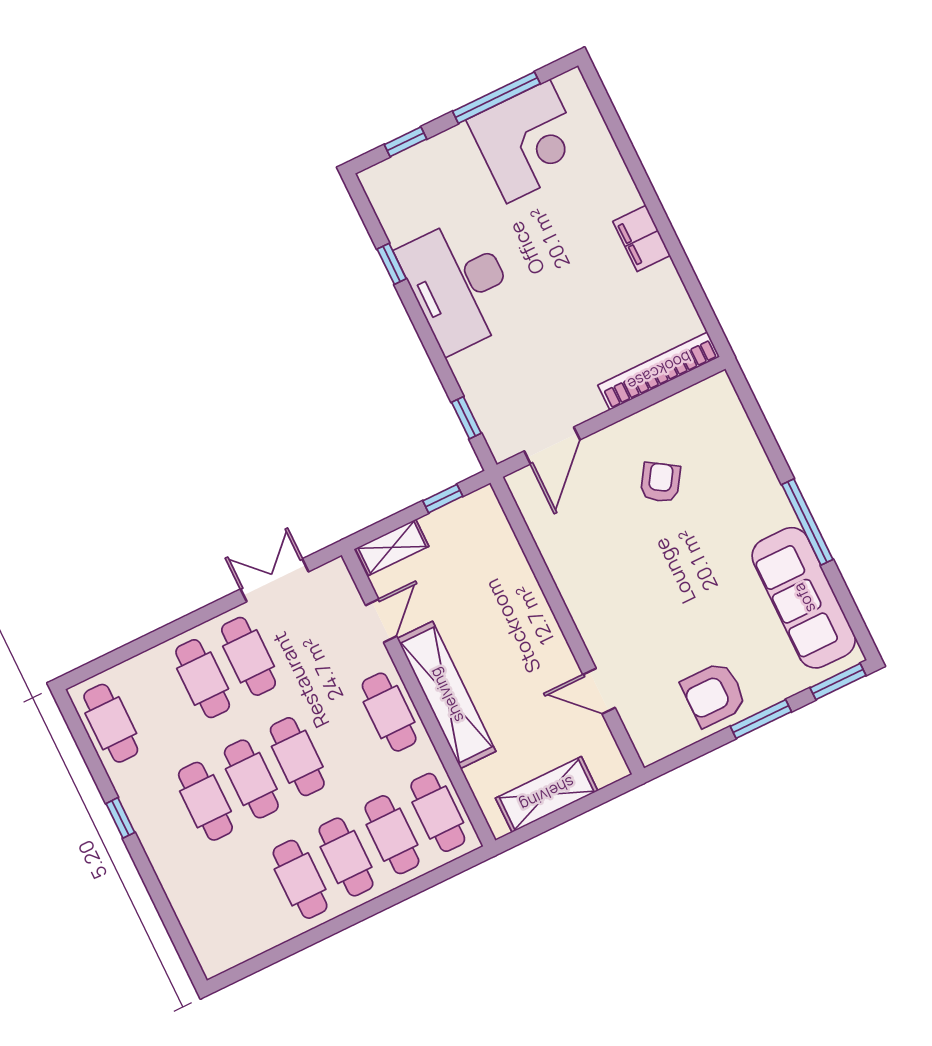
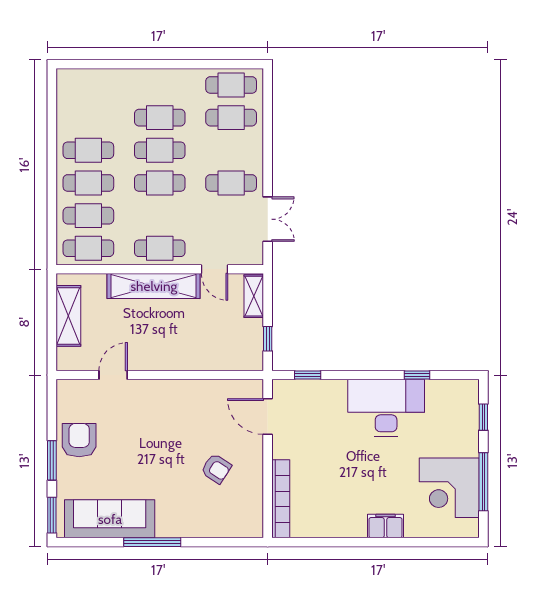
filing cabinet: (642, 238) -> (385, 526), moved
cafe table: (203, 679) -> (231, 118), moved
window: (120, 818) -> (174, 64), removed

